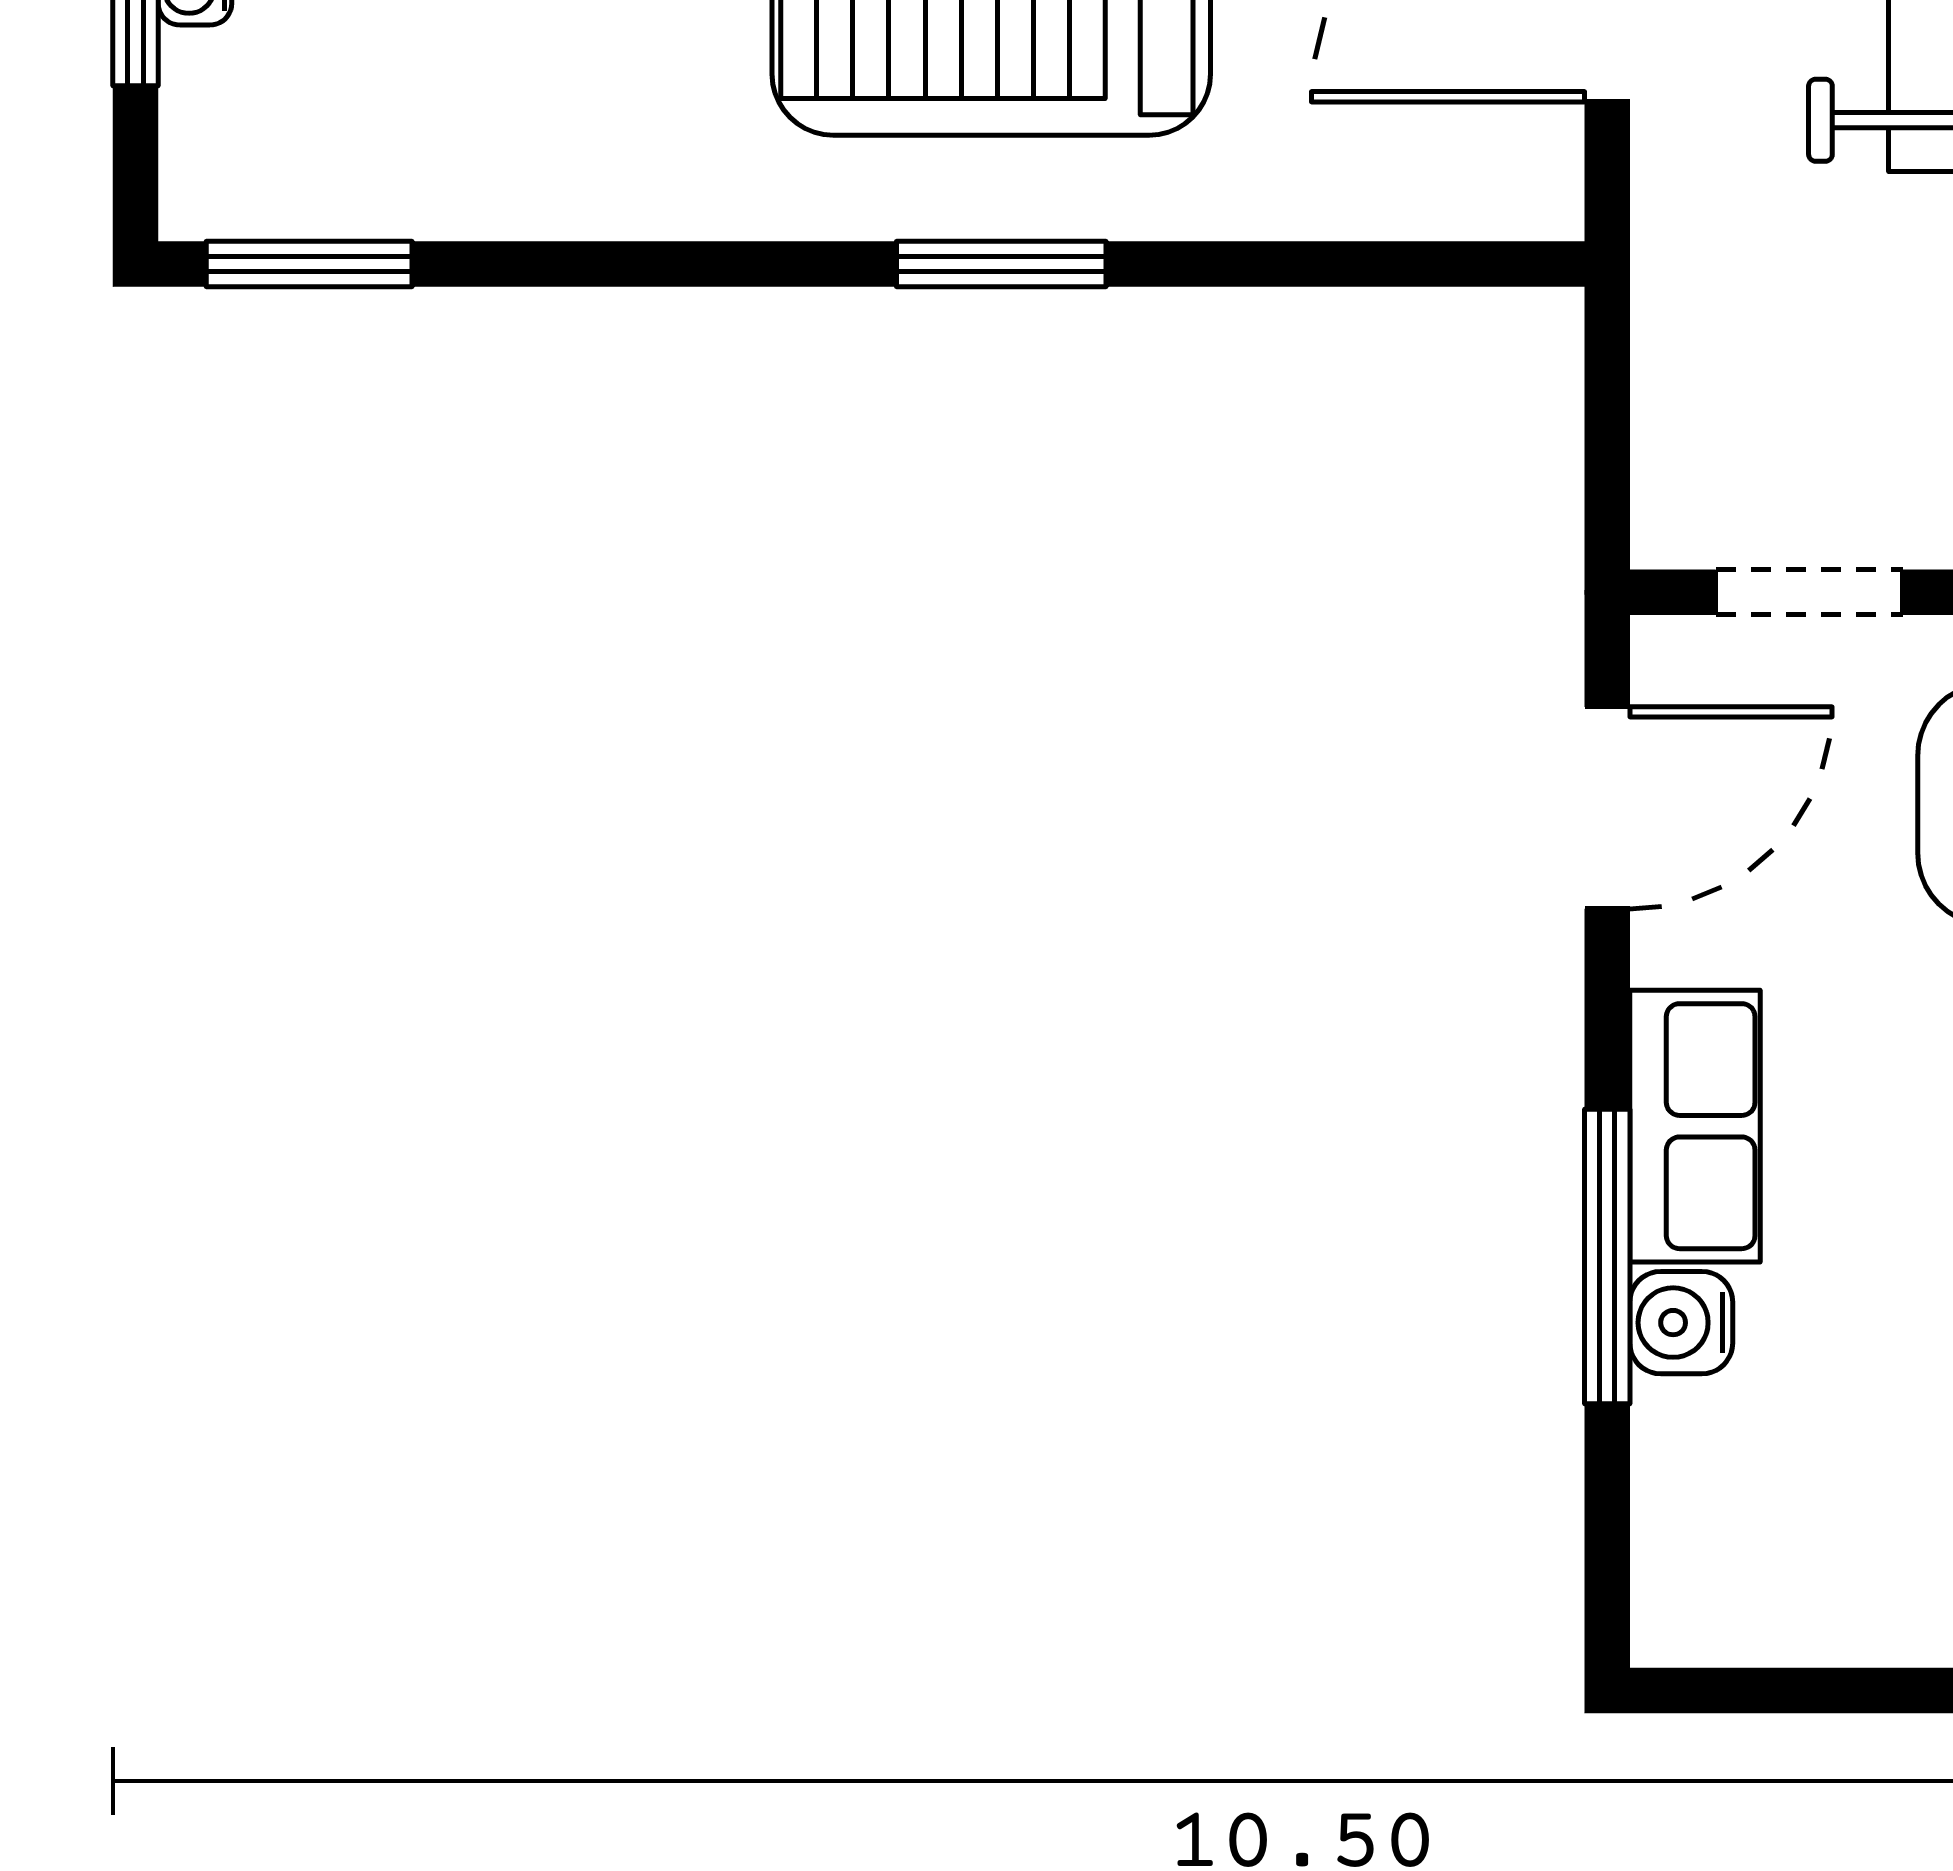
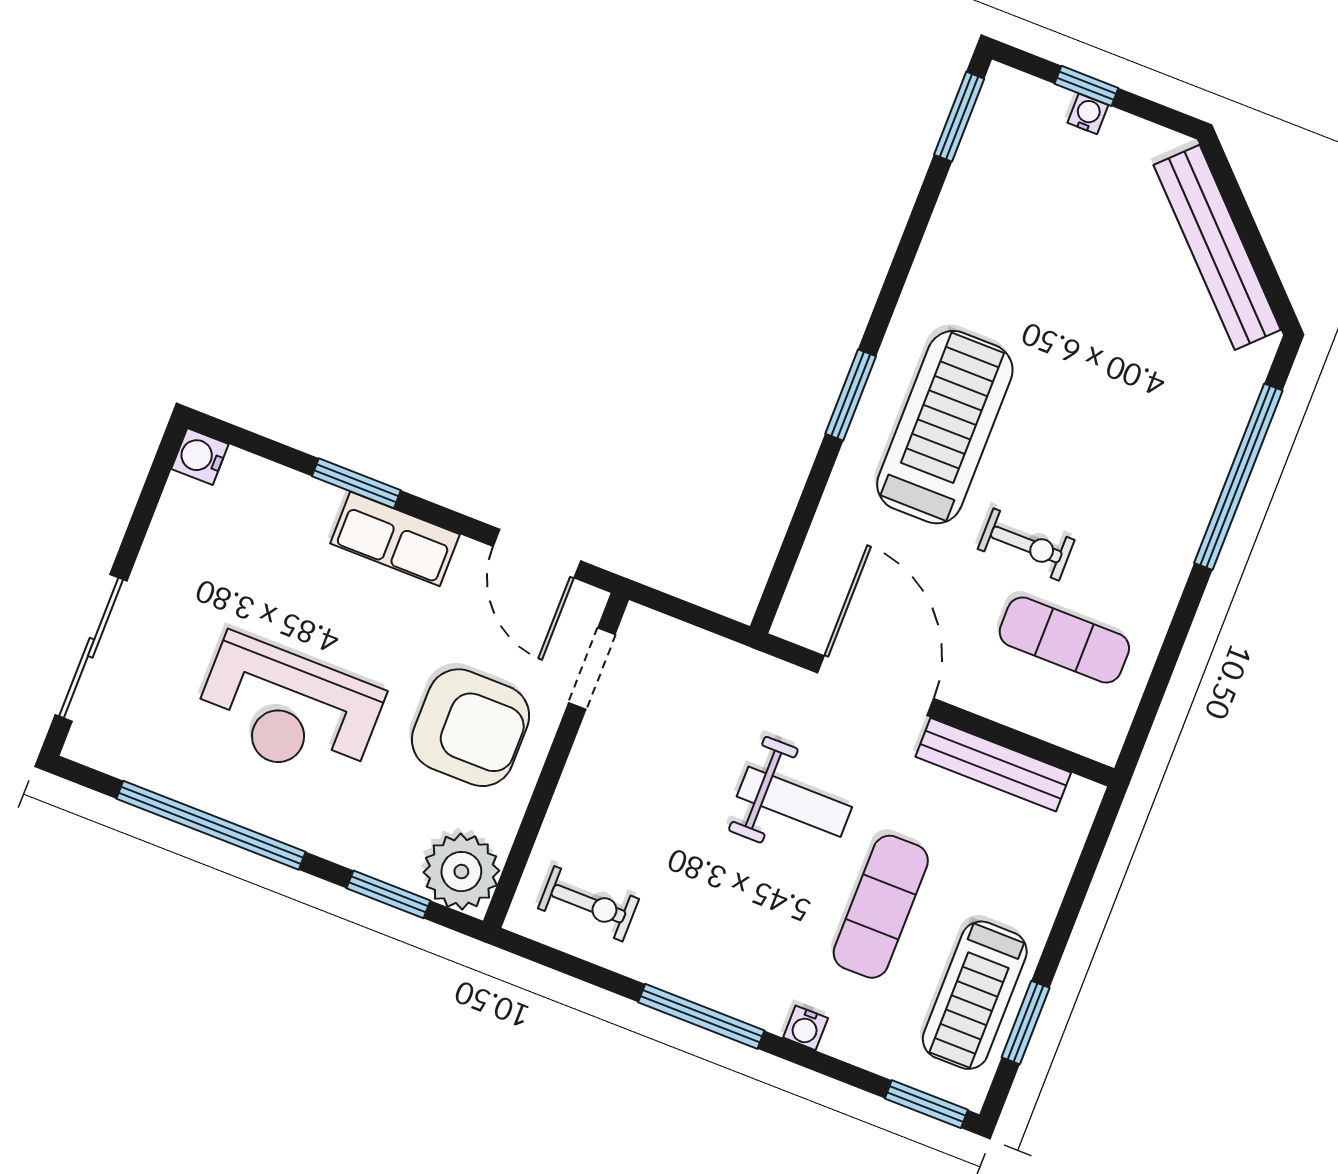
window: (1607, 1256) -> (356, 483), width x0.69
water cooler: (1681, 1323) -> (200, 456), moved, turned -90

